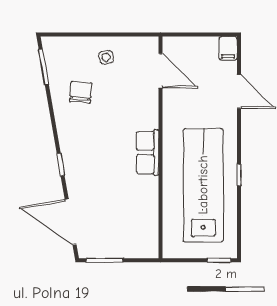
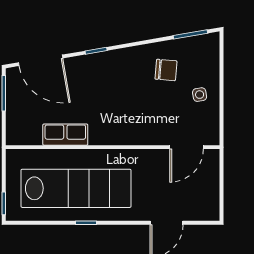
filing cabinet: (228, 48) -> (208, 212), removed
row of seats: (148, 152) -> (65, 135), moved
door: (71, 222) -> (41, 60), swing flipped

